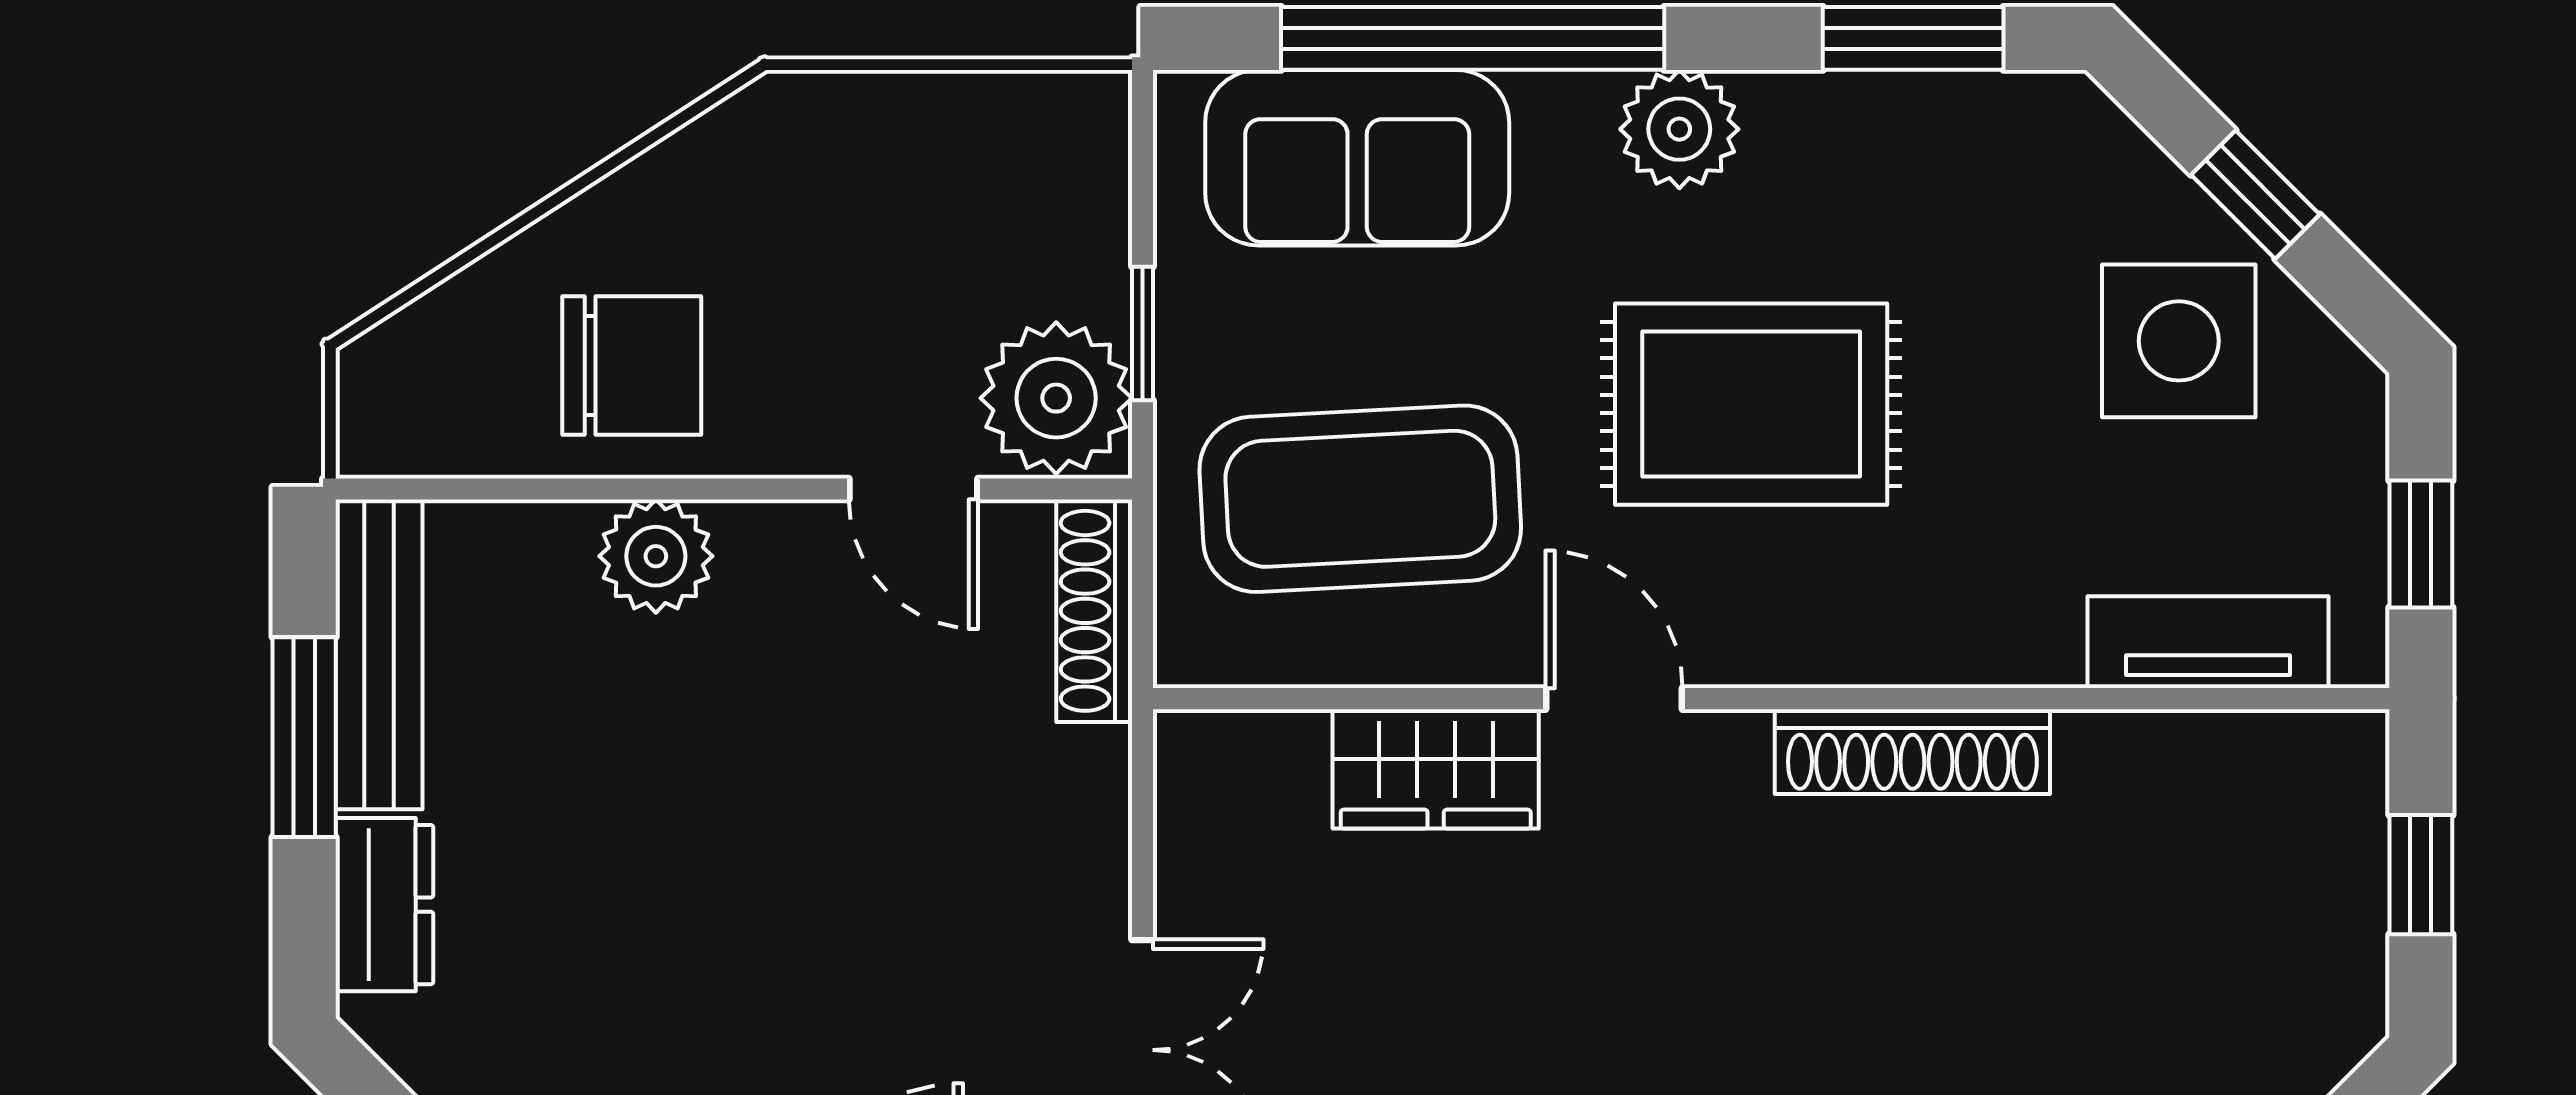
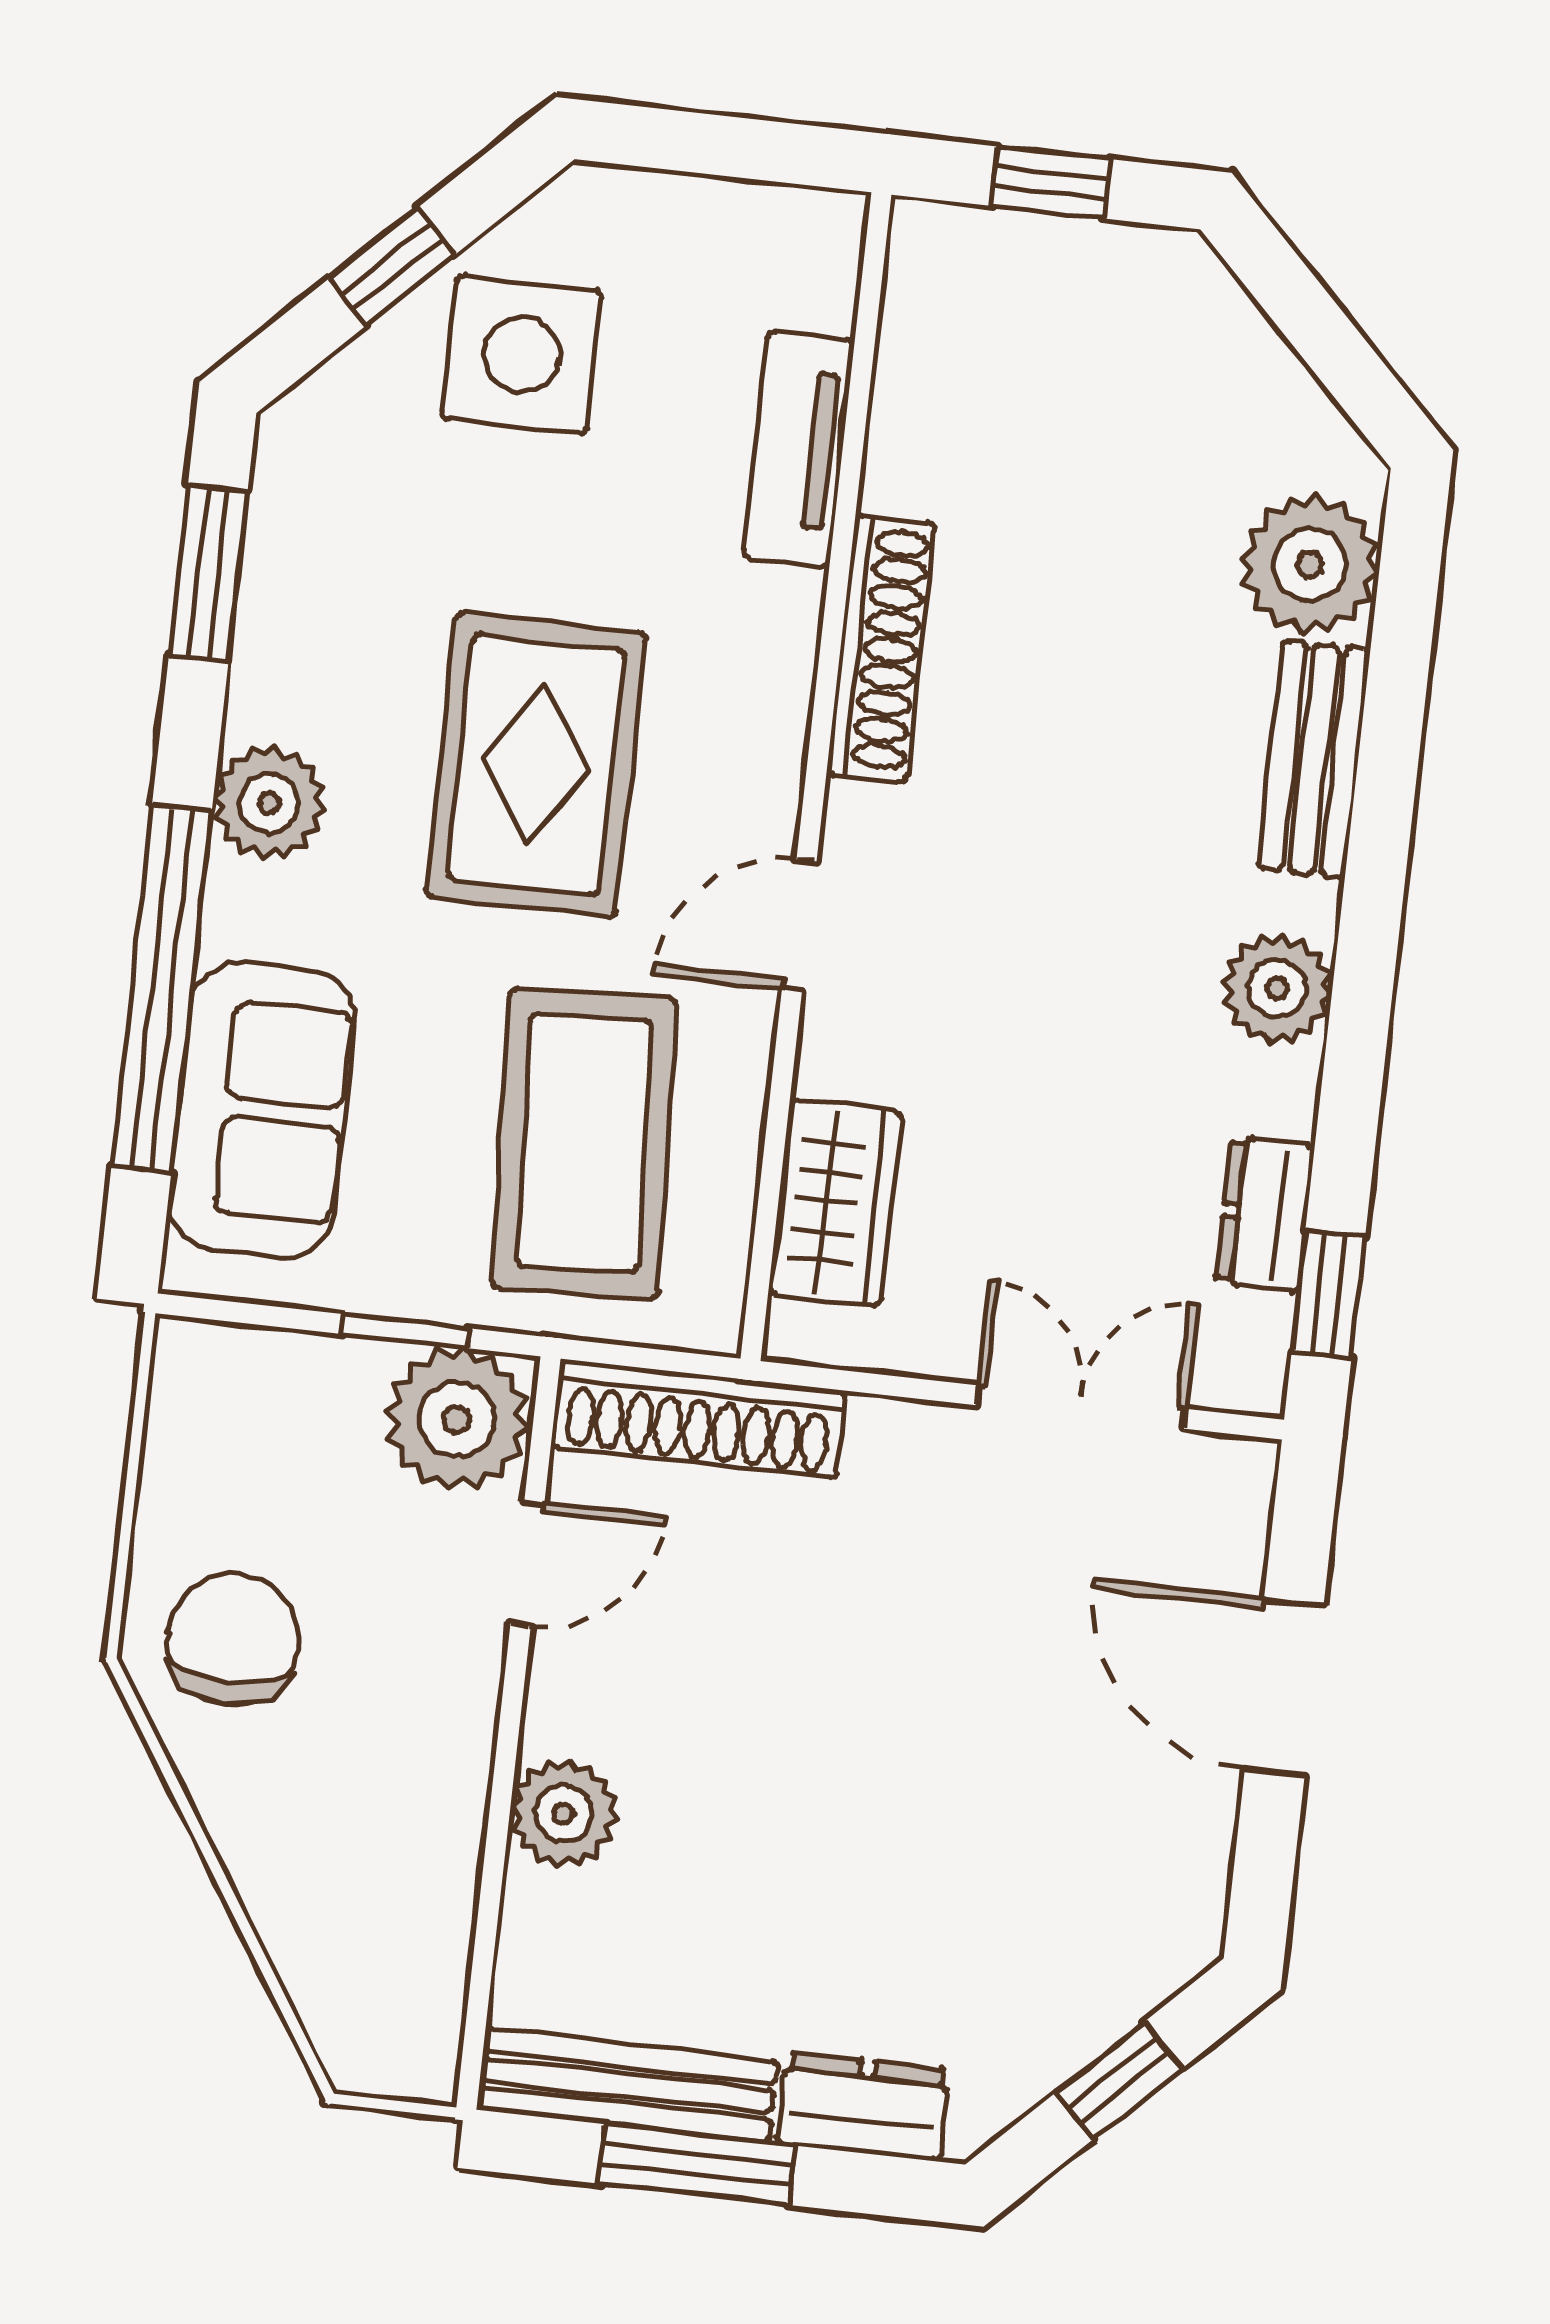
chair: (632, 365) -> (233, 1640), moved
window: (2421, 544) -> (739, 148), removed
shoe rack: (1094, 611) -> (698, 1419), width x1.36, depth x1.24
tv unit: (2208, 642) -> (799, 449), moved
wardrobe: (1436, 769) -> (835, 1203), moved

